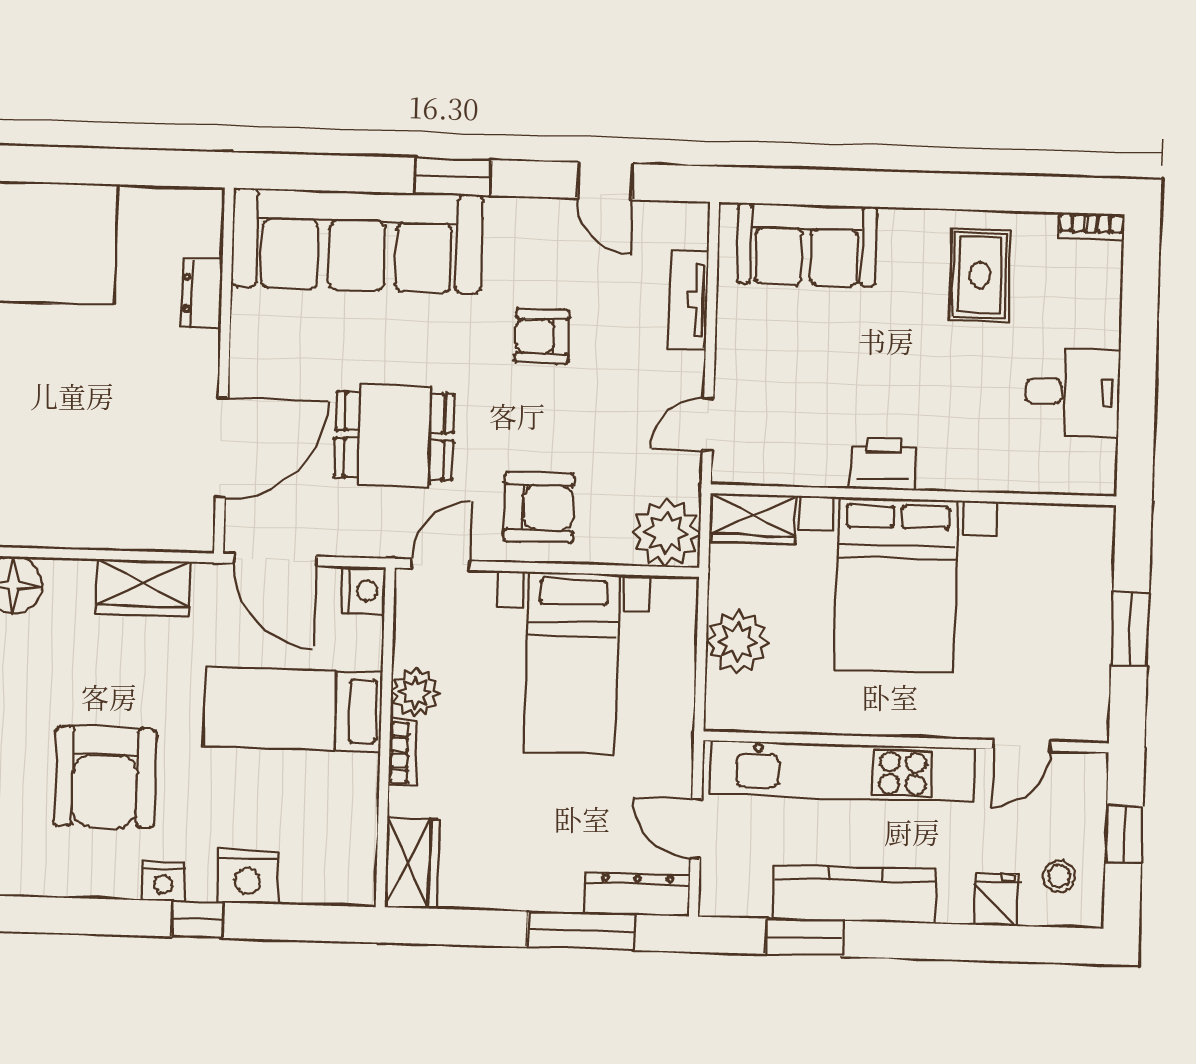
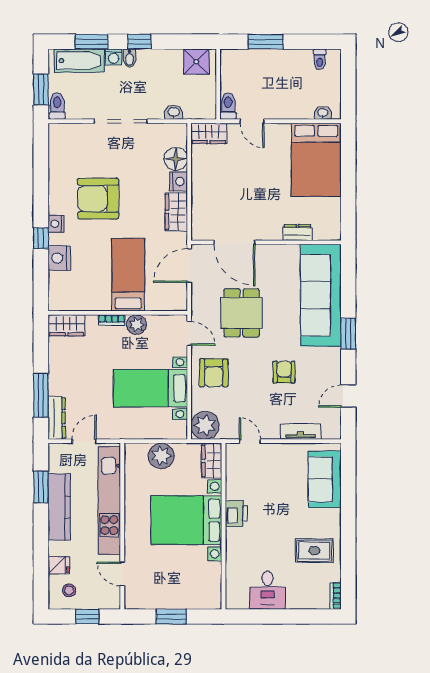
nightstand: (364, 590) -> (179, 182), moved, turned -90

